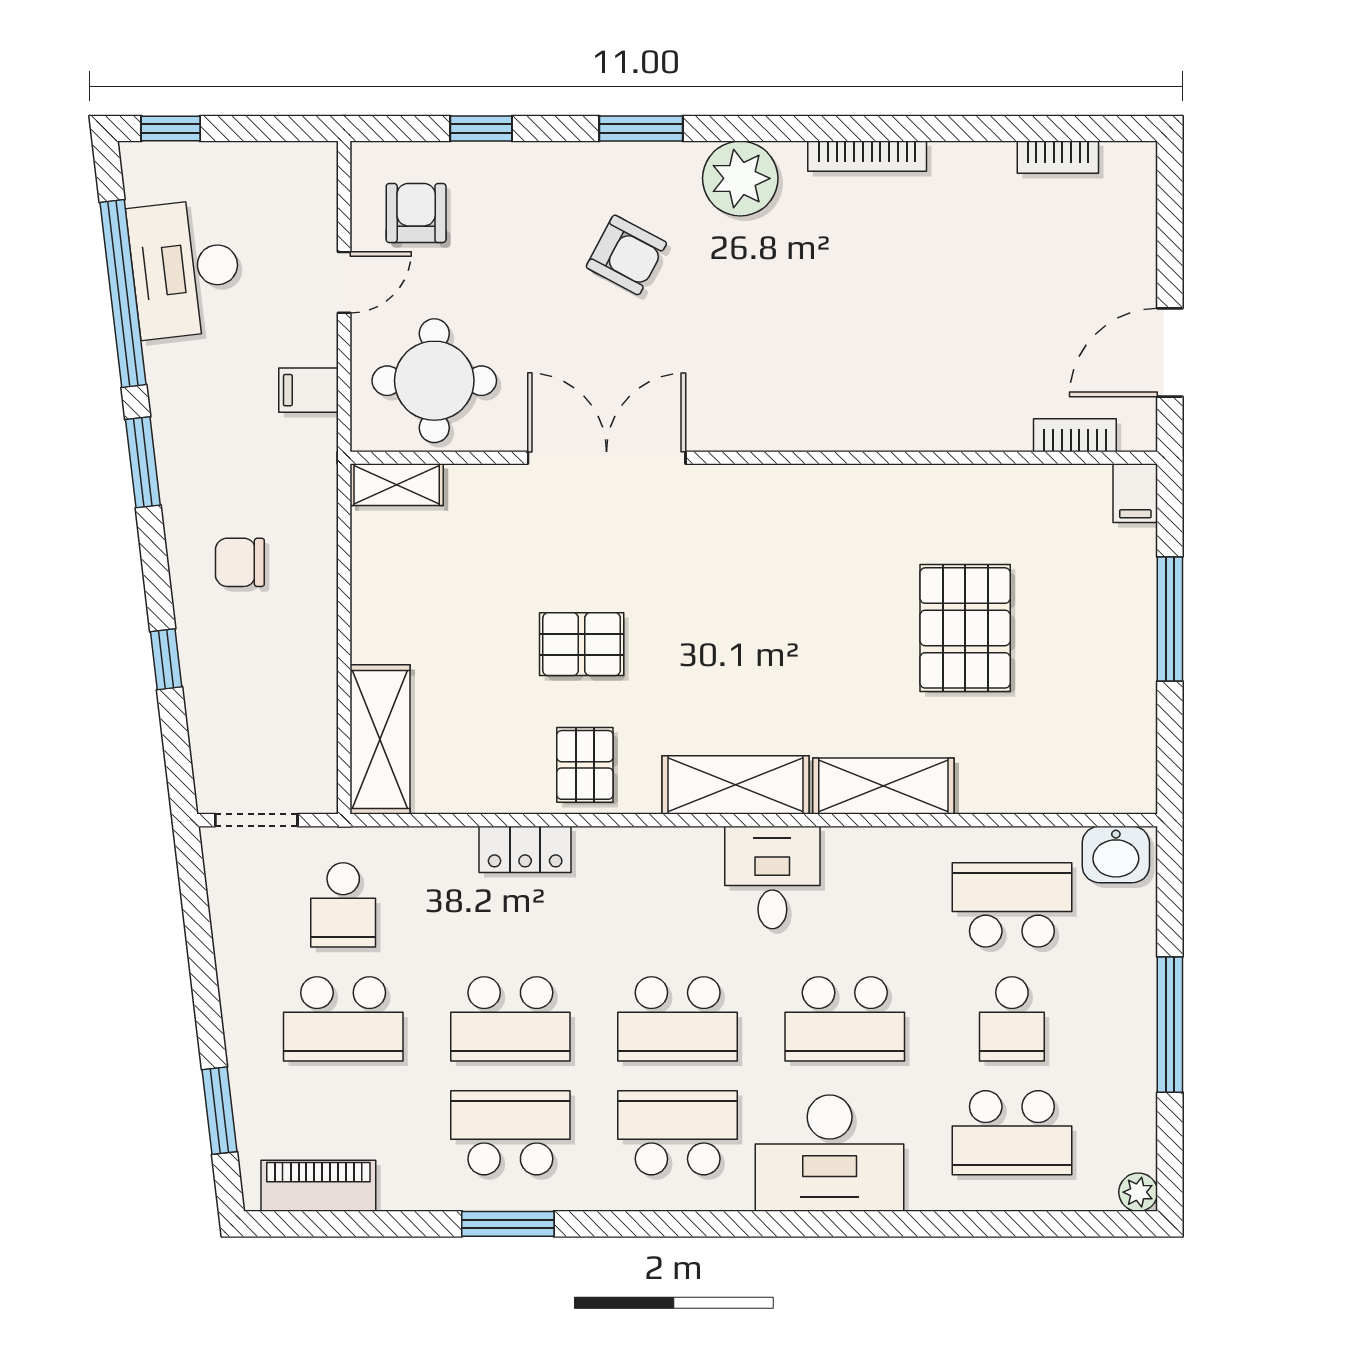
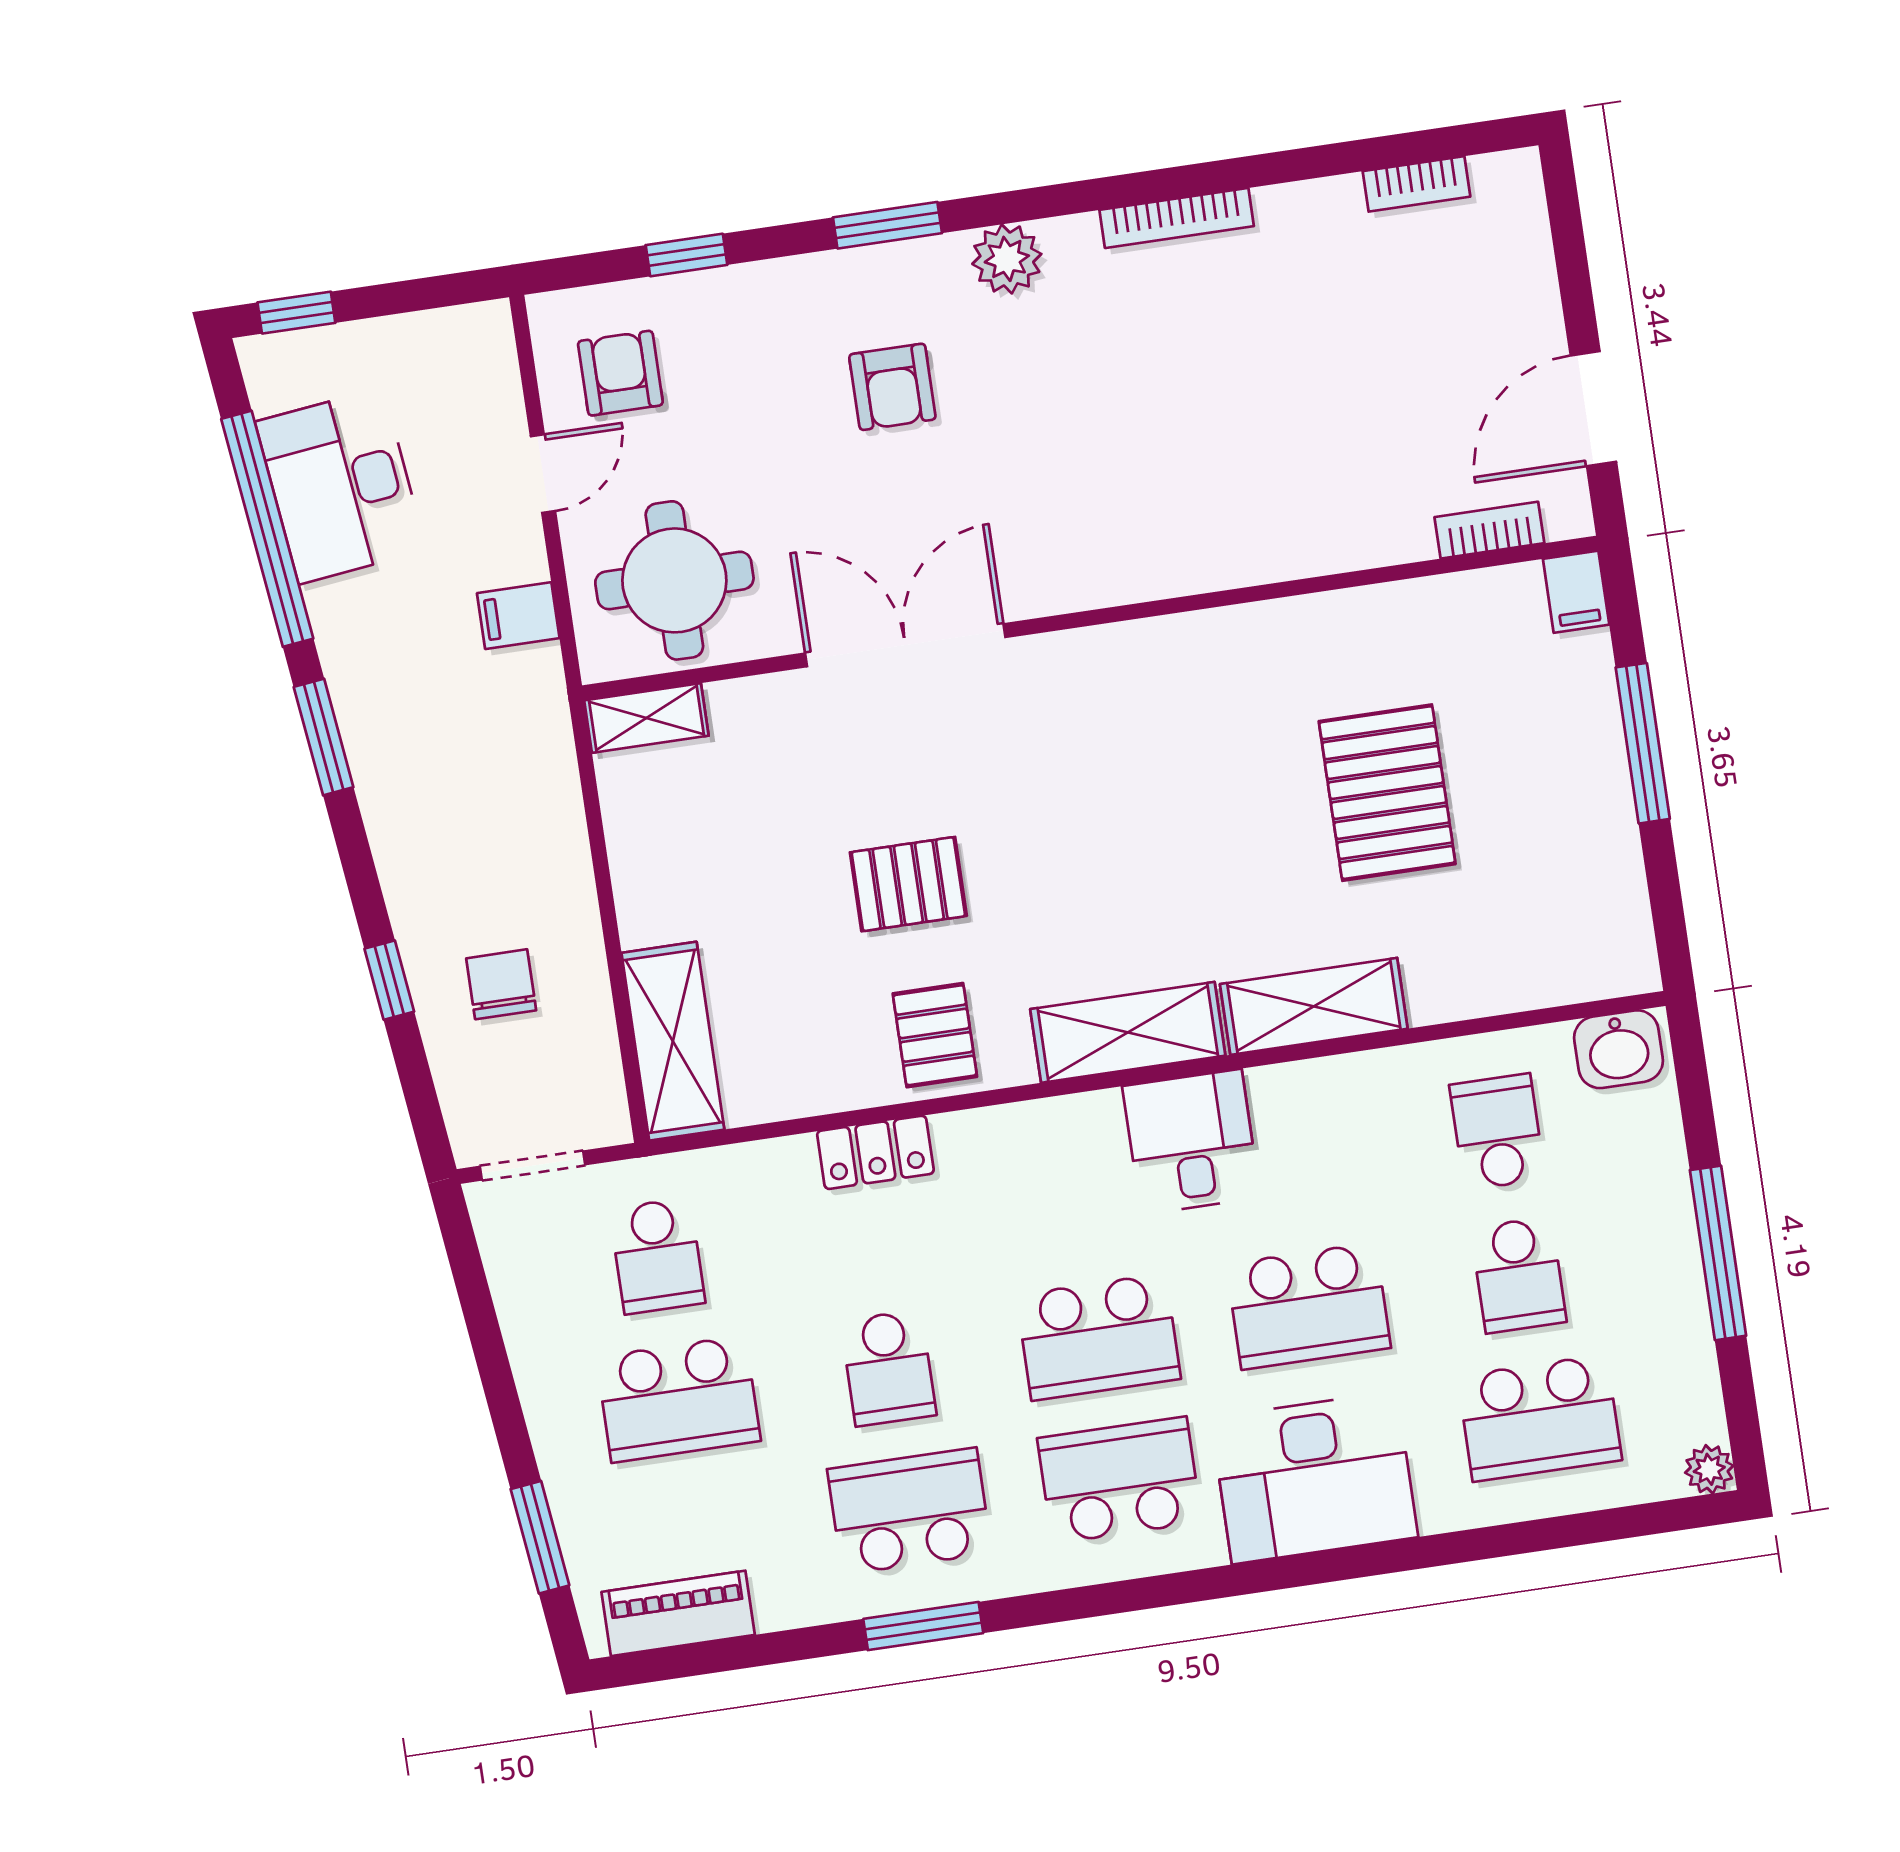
plant: (740, 178) -> (1007, 259), width x0.73, depth x0.73
armchair: (626, 255) -> (892, 387), turned 62
chair: (240, 562) -> (501, 984), moved, turned 90
school desk: (1012, 905) -> (1497, 1132), width x0.54
school desk: (510, 1019) -> (888, 1368), width x0.54

